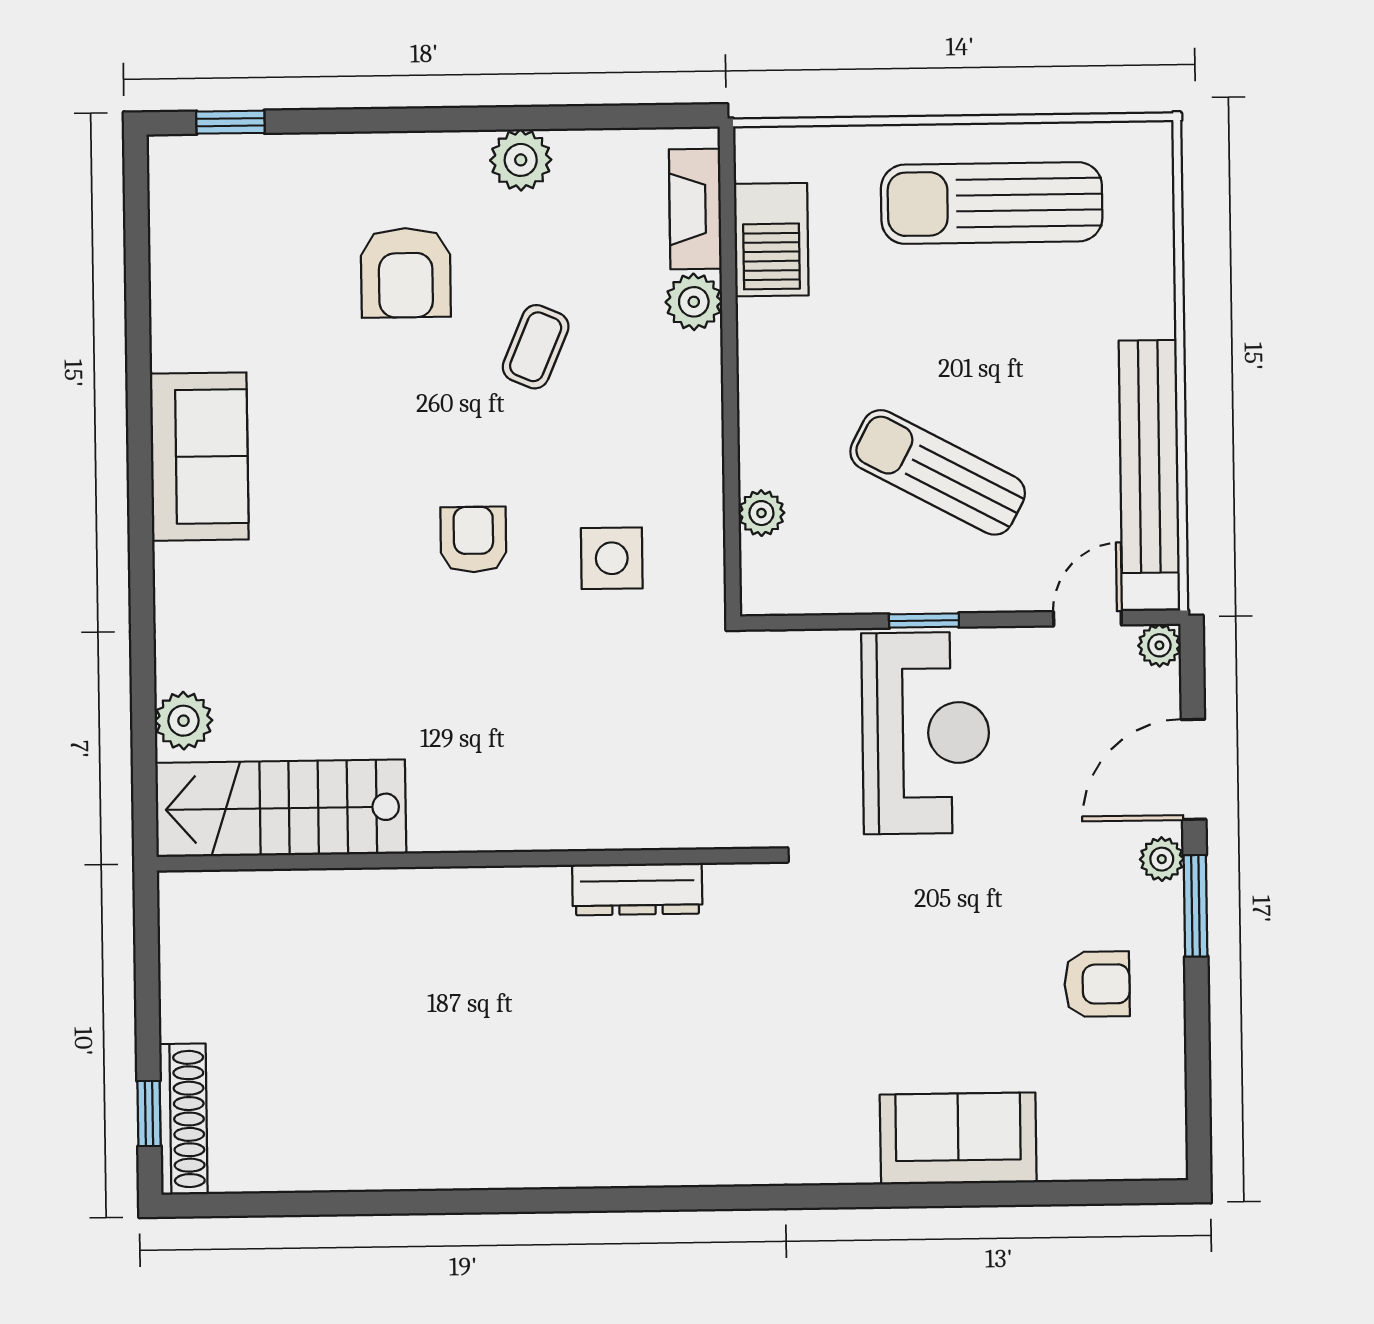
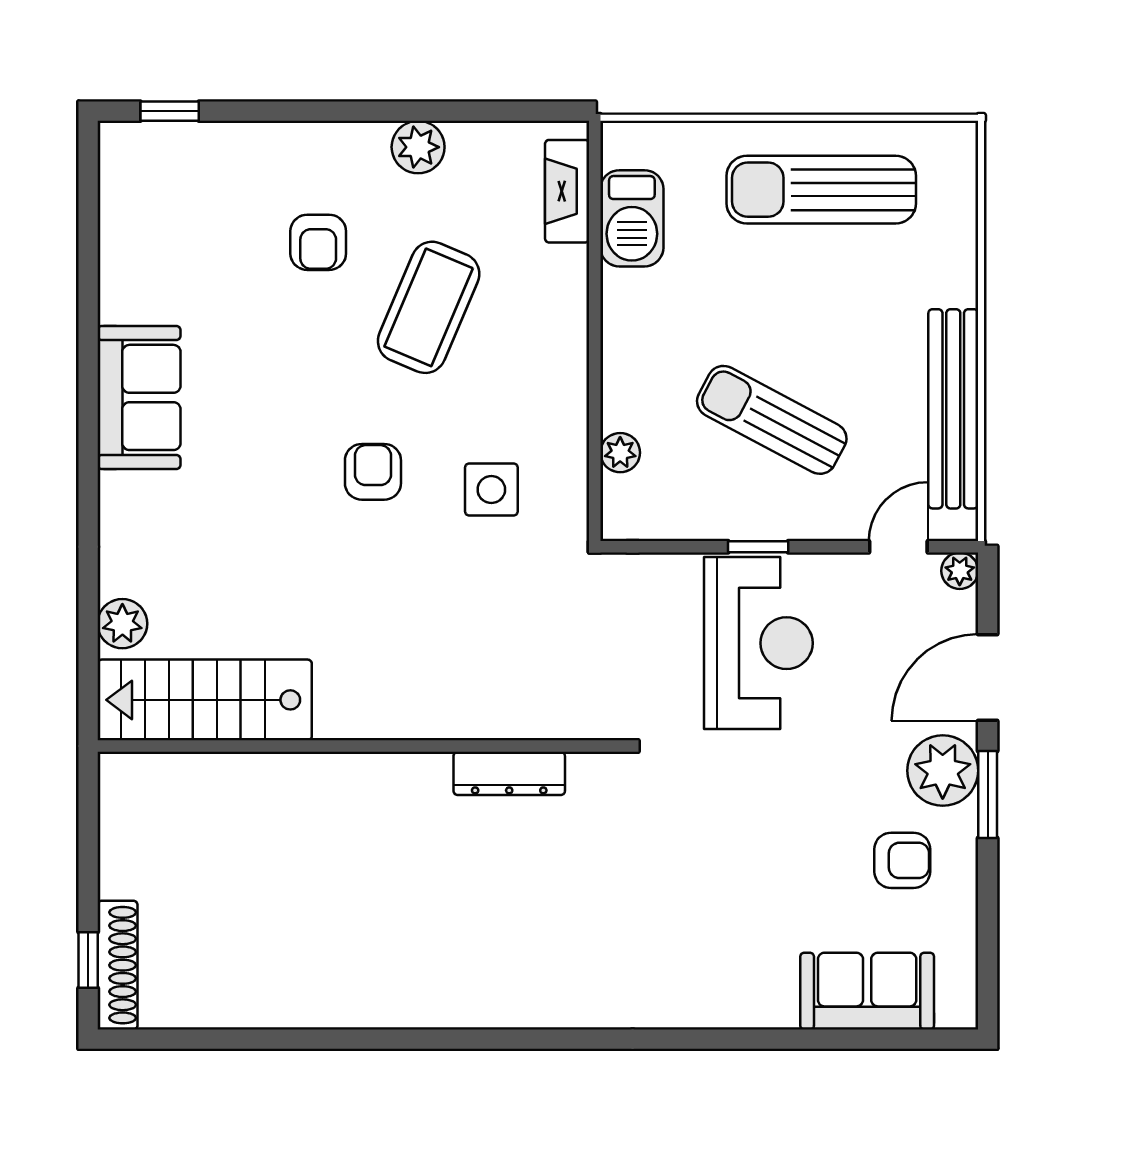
armchair: (406, 273) -> (318, 242), width x0.72, depth x0.72
plant: (694, 302) -> (565, 271), removed
coffee table: (536, 347) -> (429, 307), width x1.86, depth x1.72
plant: (1162, 859) -> (943, 771), width x1.88, depth x1.88
sofa: (958, 1139) -> (867, 991), moved

